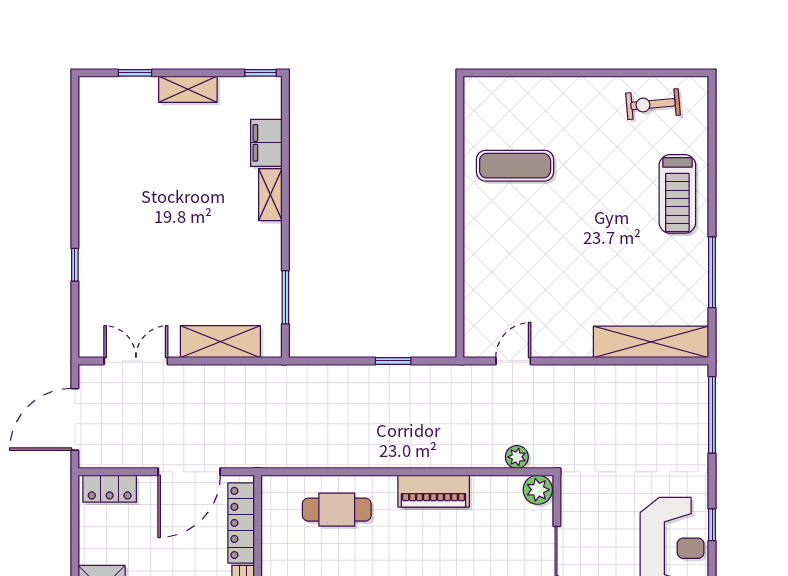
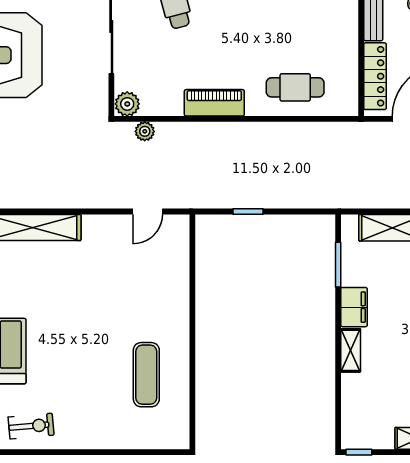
filing cabinet: (266, 143) -> (354, 307), moved
exercise mat: (515, 166) -> (146, 375), turned 90

